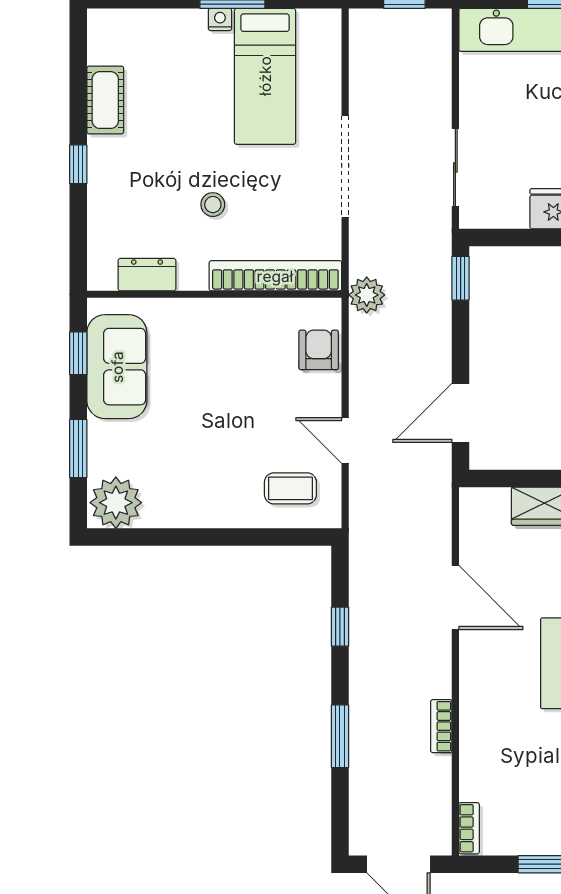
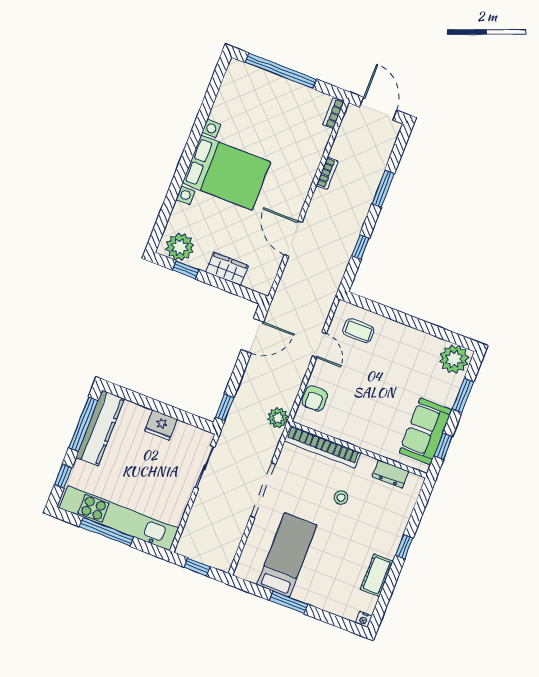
nightstand: (220, 19) -> (364, 619), moved

